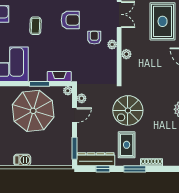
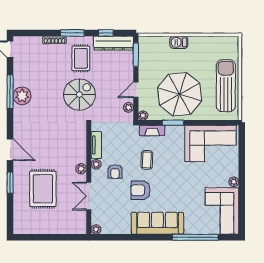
coffee table: (36, 26) -> (147, 160), moved
plant: (126, 54) -> (81, 169), moved
tv unit: (112, 63) -> (96, 145), added
barbecue: (22, 160) -> (179, 42), moved

